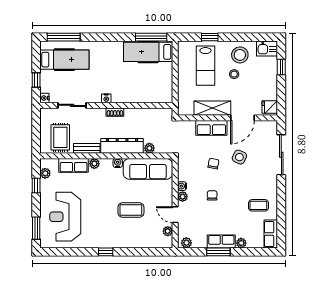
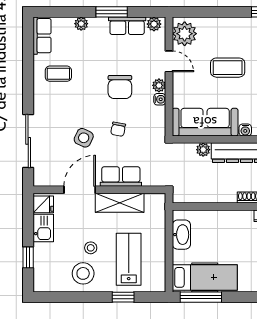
kitchen sink: (267, 48) -> (43, 228), moved, turned 90
washbasin: (166, 84) -> (181, 235), added
chair: (212, 195) -> (120, 87), width x1.87, depth x1.87
plant: (168, 231) -> (185, 34), width x1.88, depth x1.88
row of seats: (221, 241) -> (127, 26), moved

